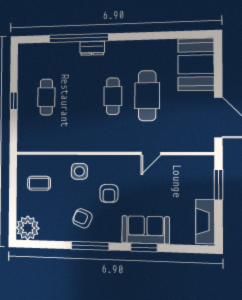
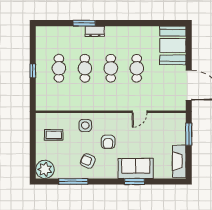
window: (79, 38) -> (84, 23), width x0.47
cafe table: (147, 96) -> (137, 68), width x0.73, depth x0.74
cafe table: (79, 97) -> (85, 68), added
window: (90, 246) -> (73, 182), moved

